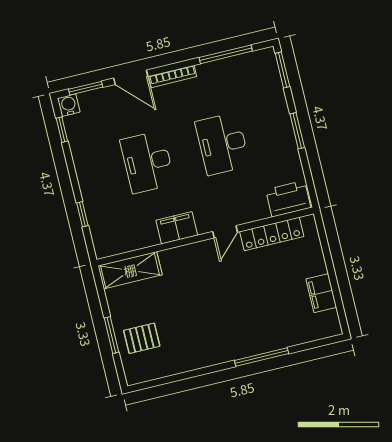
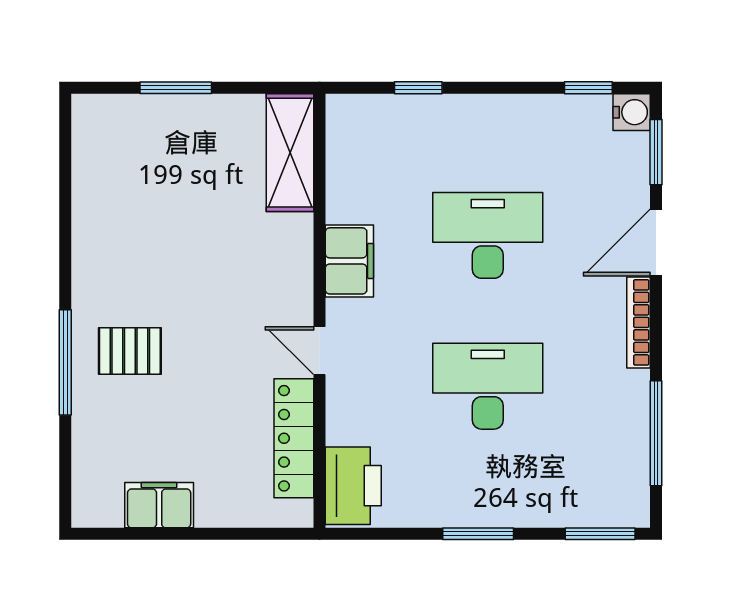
pallet: (142, 338) -> (130, 351), moved, turned 90

